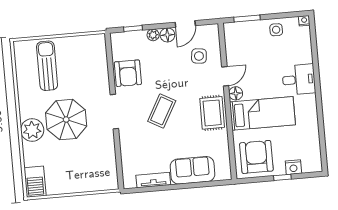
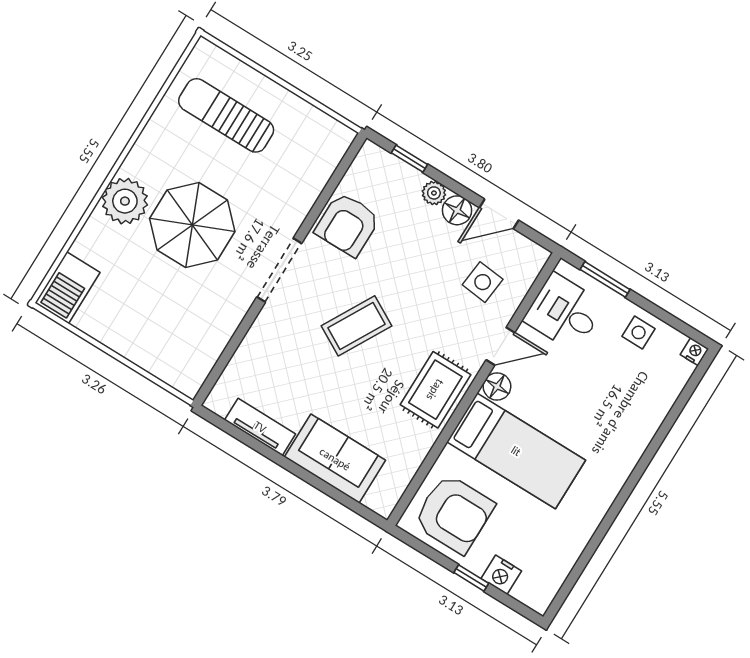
sun lounger: (47, 66) -> (226, 115), turned -90
desk: (299, 80) -> (564, 312), moved, turned 180
armchair: (256, 157) -> (454, 514), turned 90

